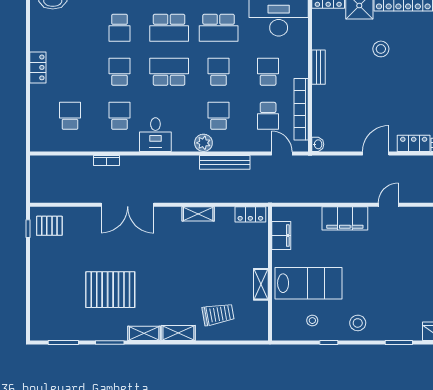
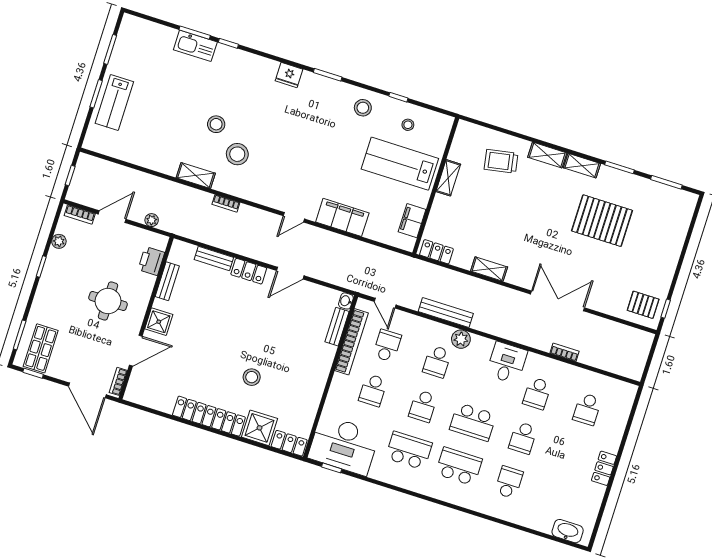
bench: (319, 67) -> (337, 327), moved

